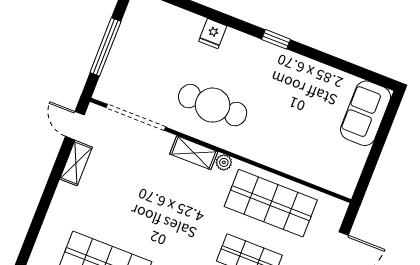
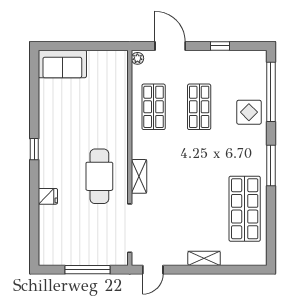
plant: (224, 162) -> (137, 58), moved
shelving: (76, 163) -> (204, 258), moved
shop shelf: (271, 203) -> (154, 107), width x0.70, depth x0.74

